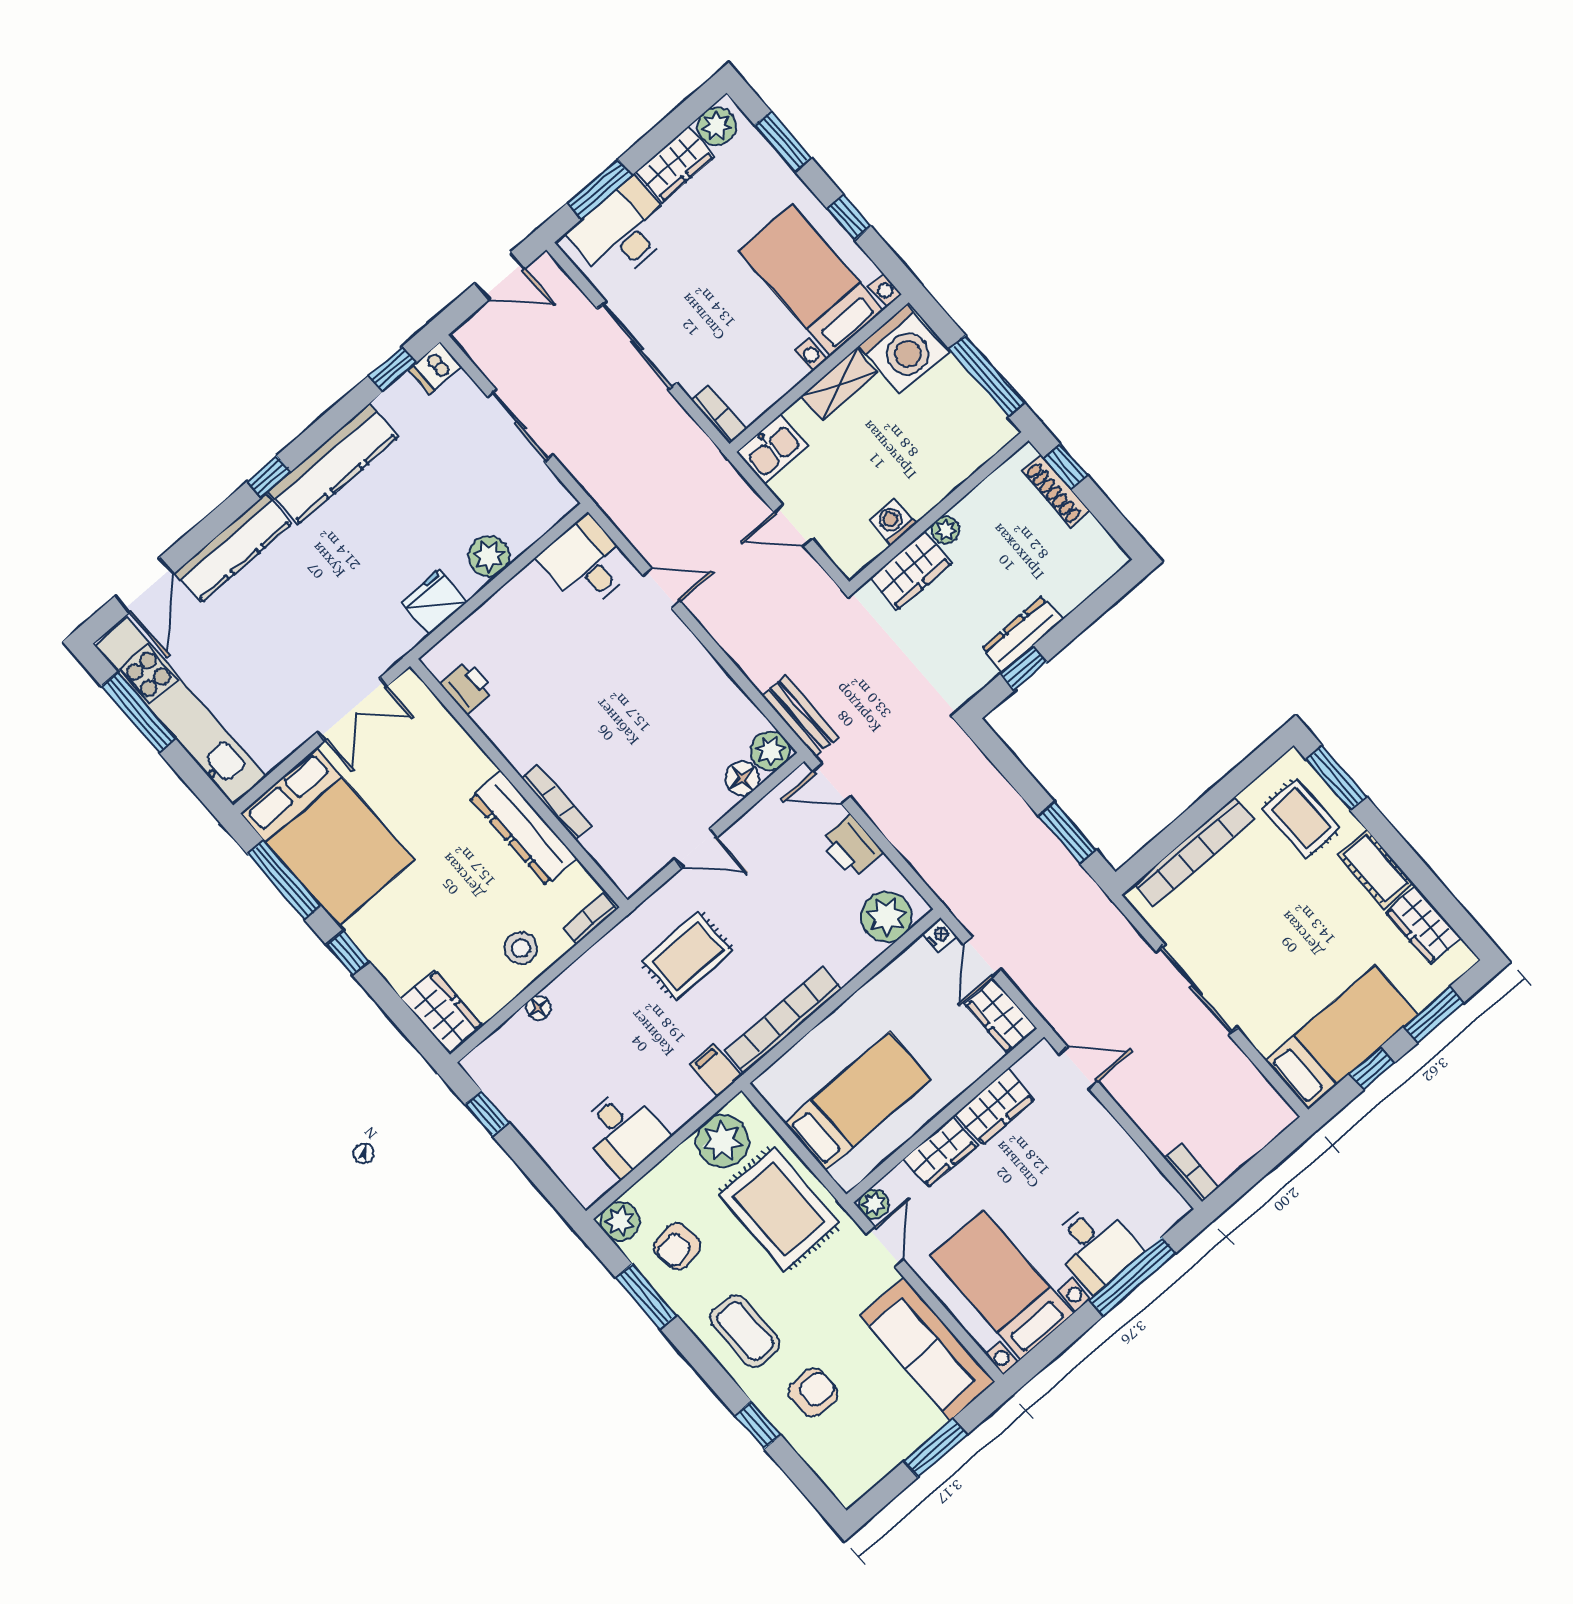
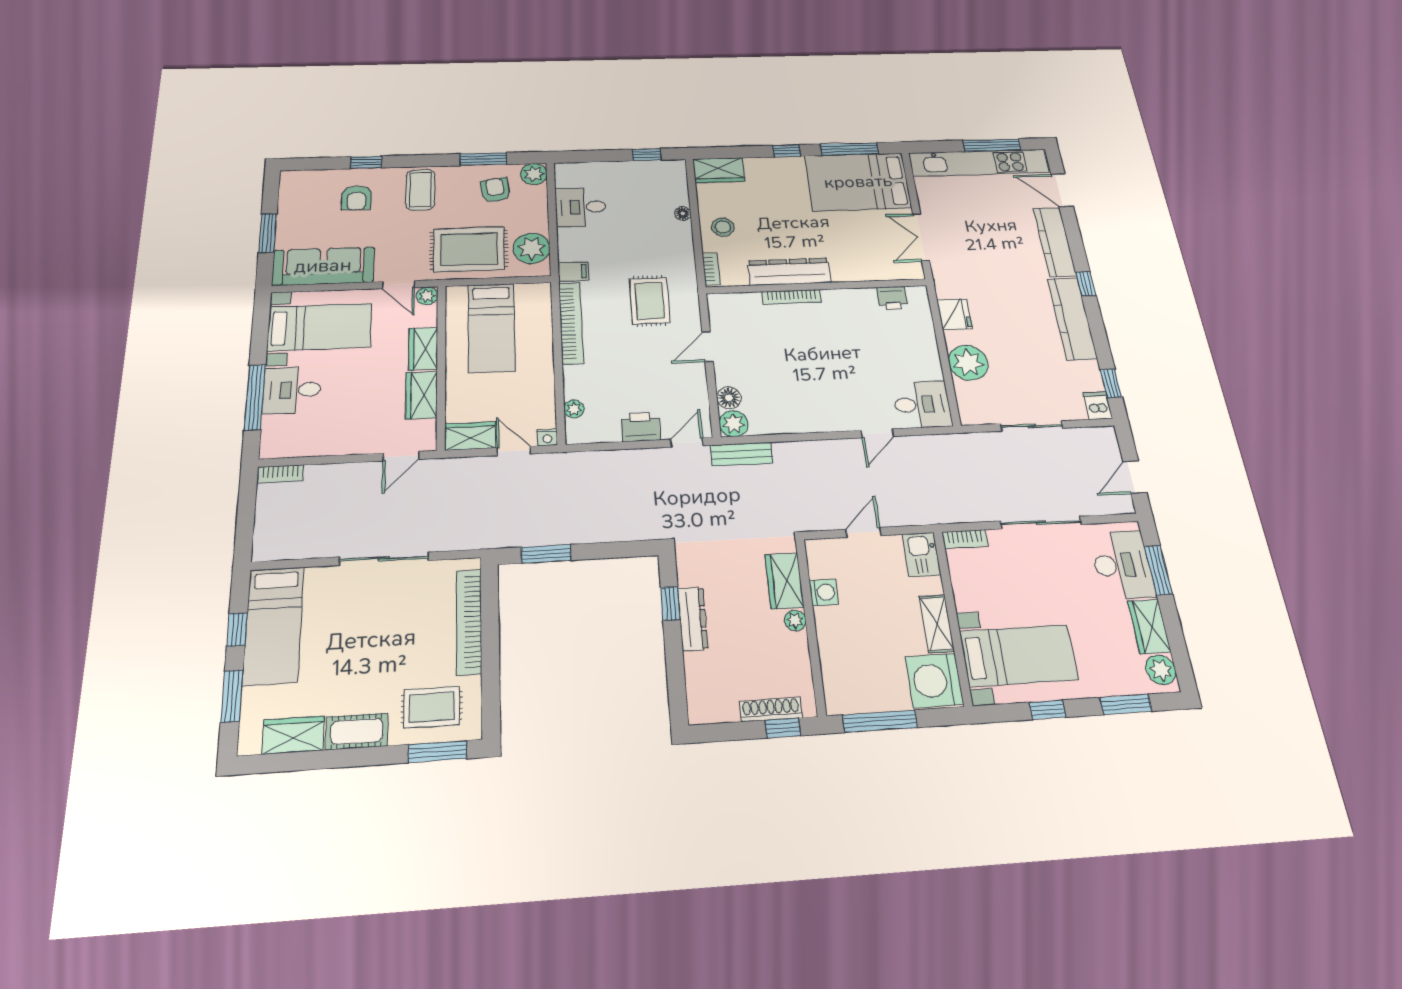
plant: (489, 556) -> (968, 363), width x1.36, depth x1.36
plant: (886, 917) -> (574, 409), width x0.53, depth x0.53
coffee table: (745, 1331) -> (420, 190), turned 90

